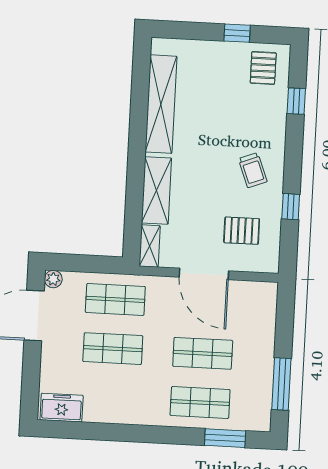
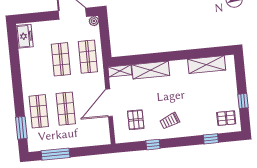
shelving: (161, 104) -> (207, 65), width x0.68

